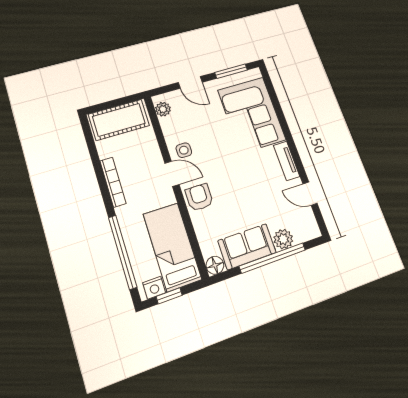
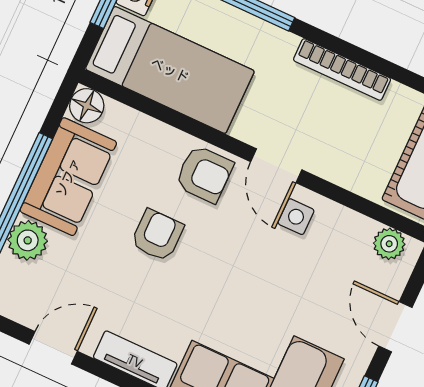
door: (190, 82) -> (395, 327), hinge flipped
door: (172, 174) -> (276, 166), hinge flipped
armchair: (237, 194) -> (157, 235), added

